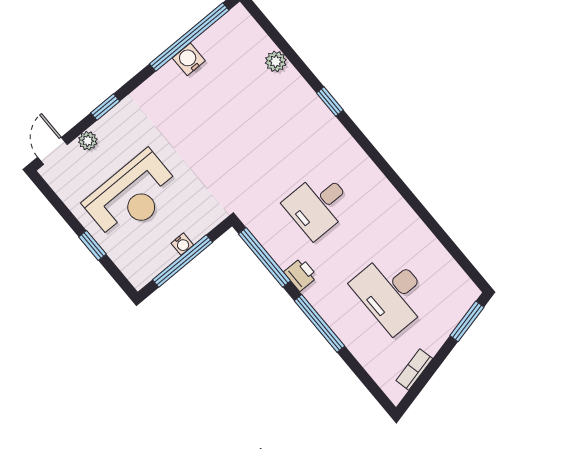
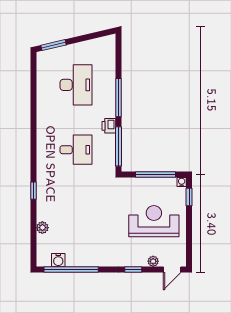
water cooler: (189, 59) -> (58, 260), moved
water cooler: (182, 244) -> (182, 182), moved
window: (92, 246) -> (189, 197), moved
bookcase: (414, 369) -> (94, 43), removed

